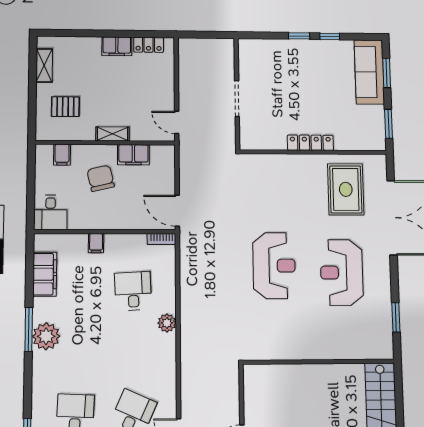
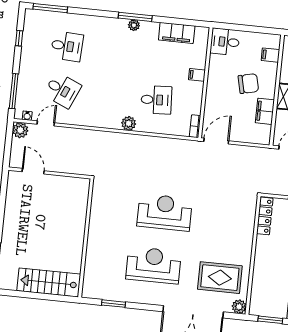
locker: (310, 143) -> (265, 216), moved
plant: (378, 163) -> (239, 307), added
reception desk: (274, 266) -> (165, 212), turned 180
plant: (46, 336) -> (134, 25), width x0.53, depth x0.53

